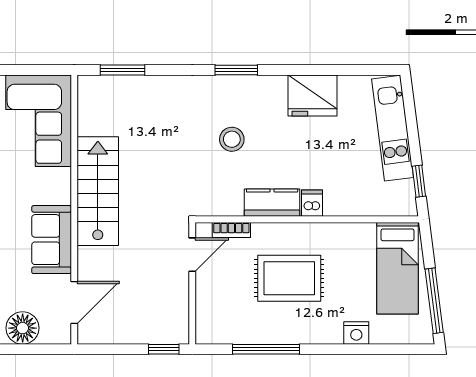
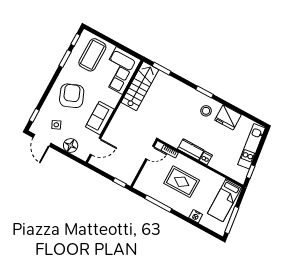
stool: (232, 139) -> (206, 111), moved
stairs: (98, 191) -> (140, 86), moved

